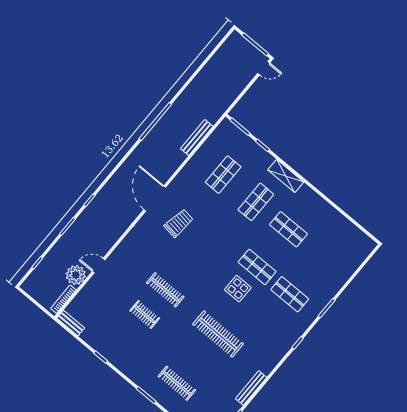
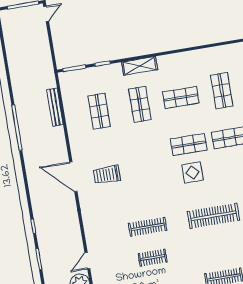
trolley: (179, 223) -> (107, 175), turned -98
shop shelf: (321, 257) -> (222, 91), added

